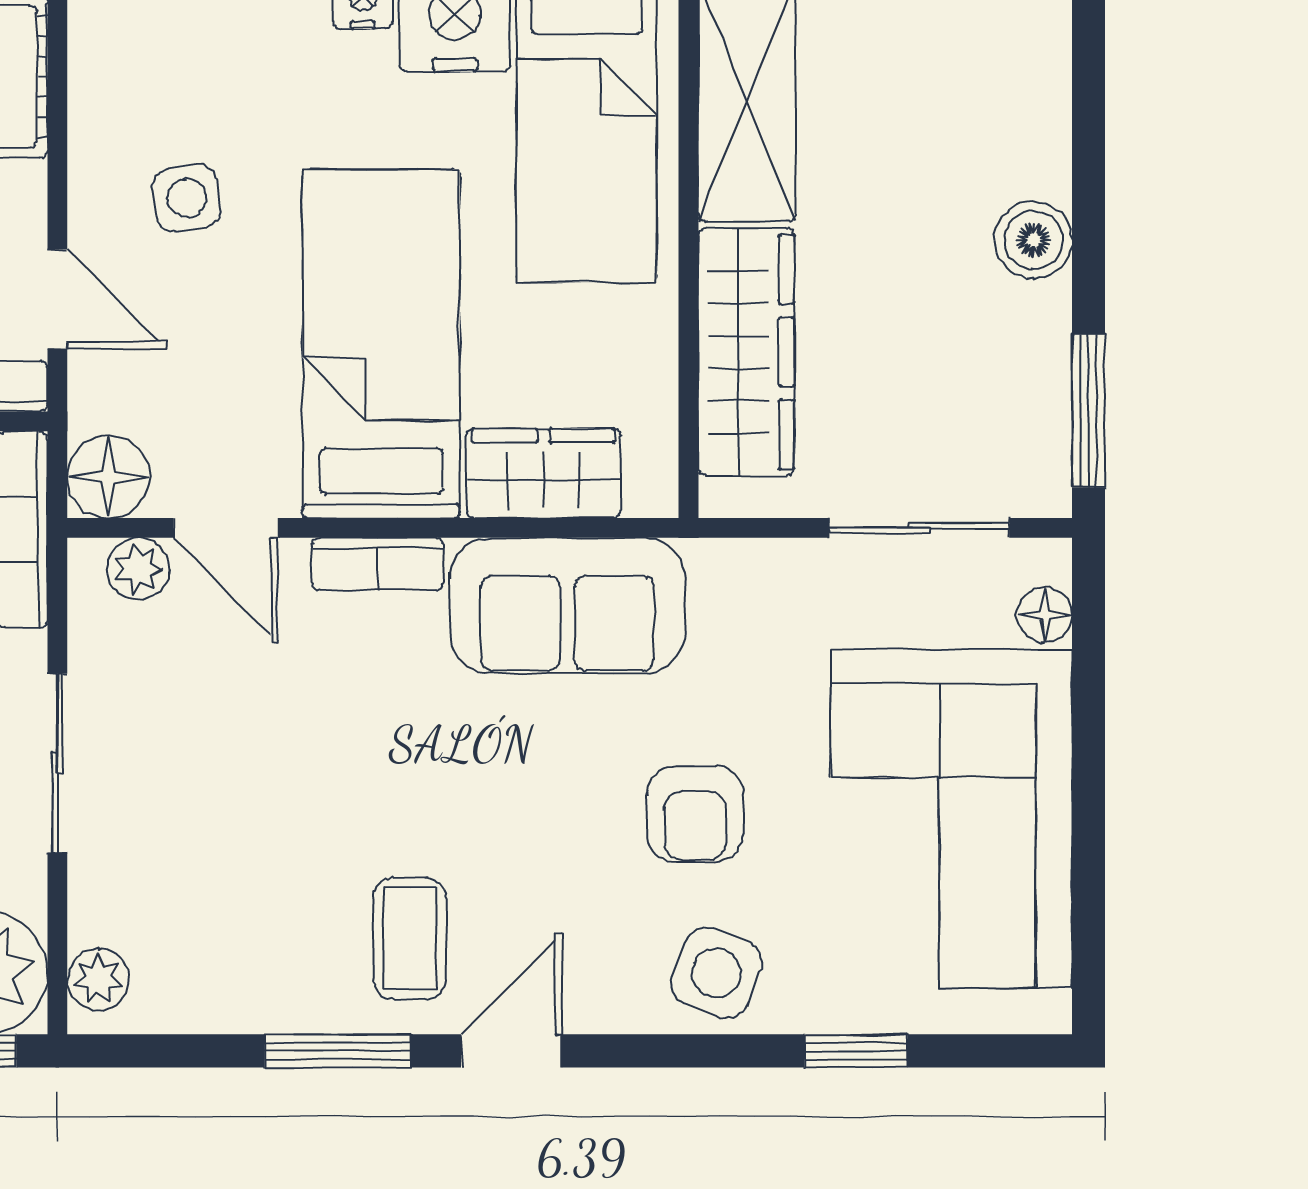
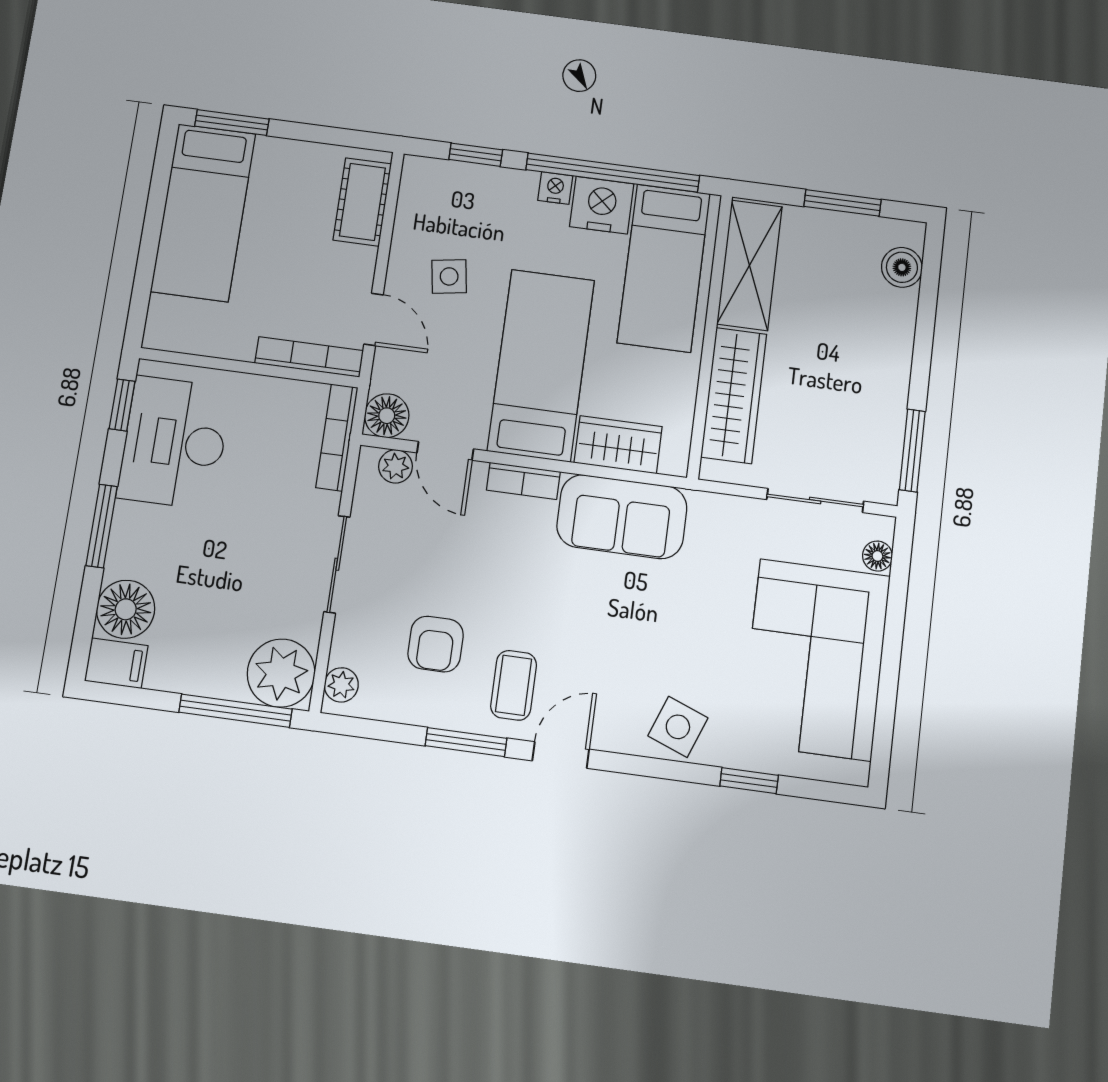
boiler: (1034, 240) -> (902, 267), moved
armchair: (695, 814) -> (436, 644), moved

